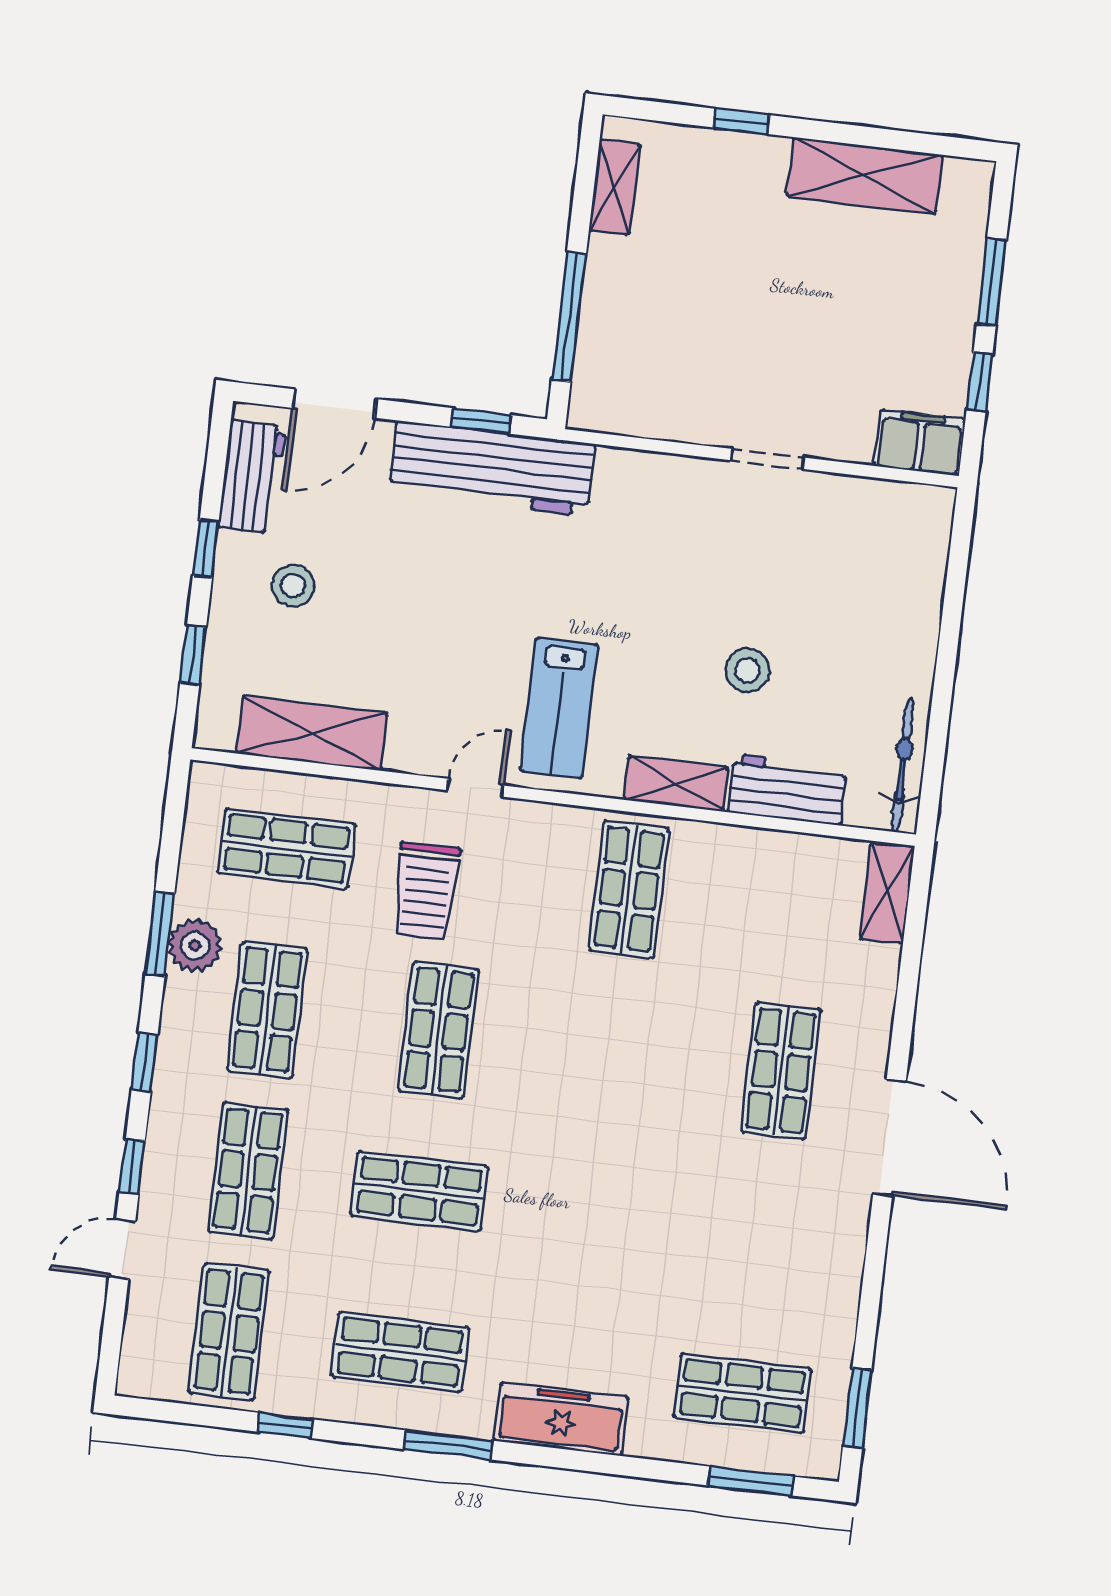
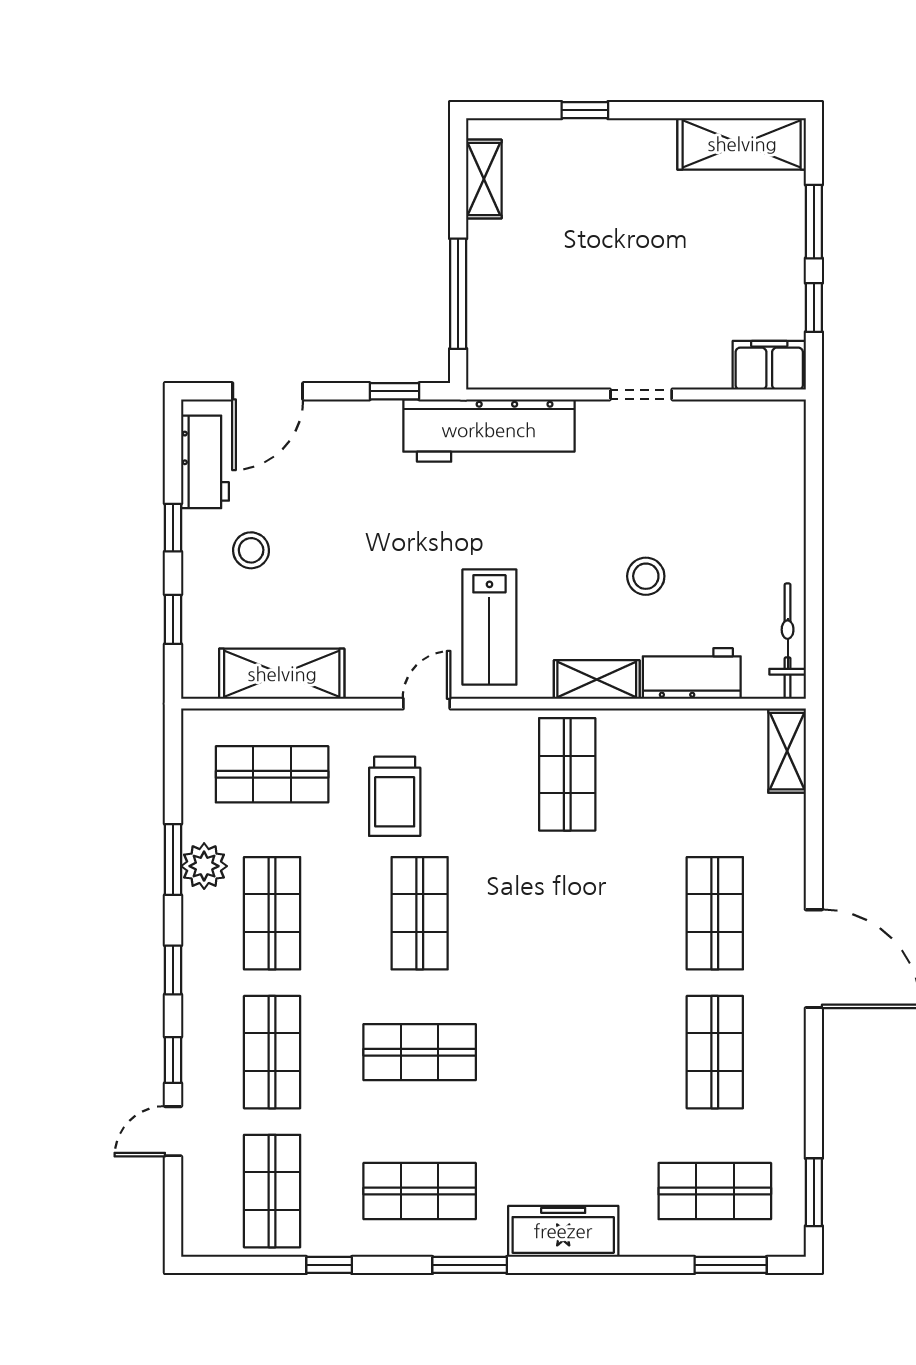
shelving: (865, 176) -> (742, 144), moved
workbench: (492, 468) -> (489, 430), moved
shop shelf: (762, 1232) -> (715, 1052), added

